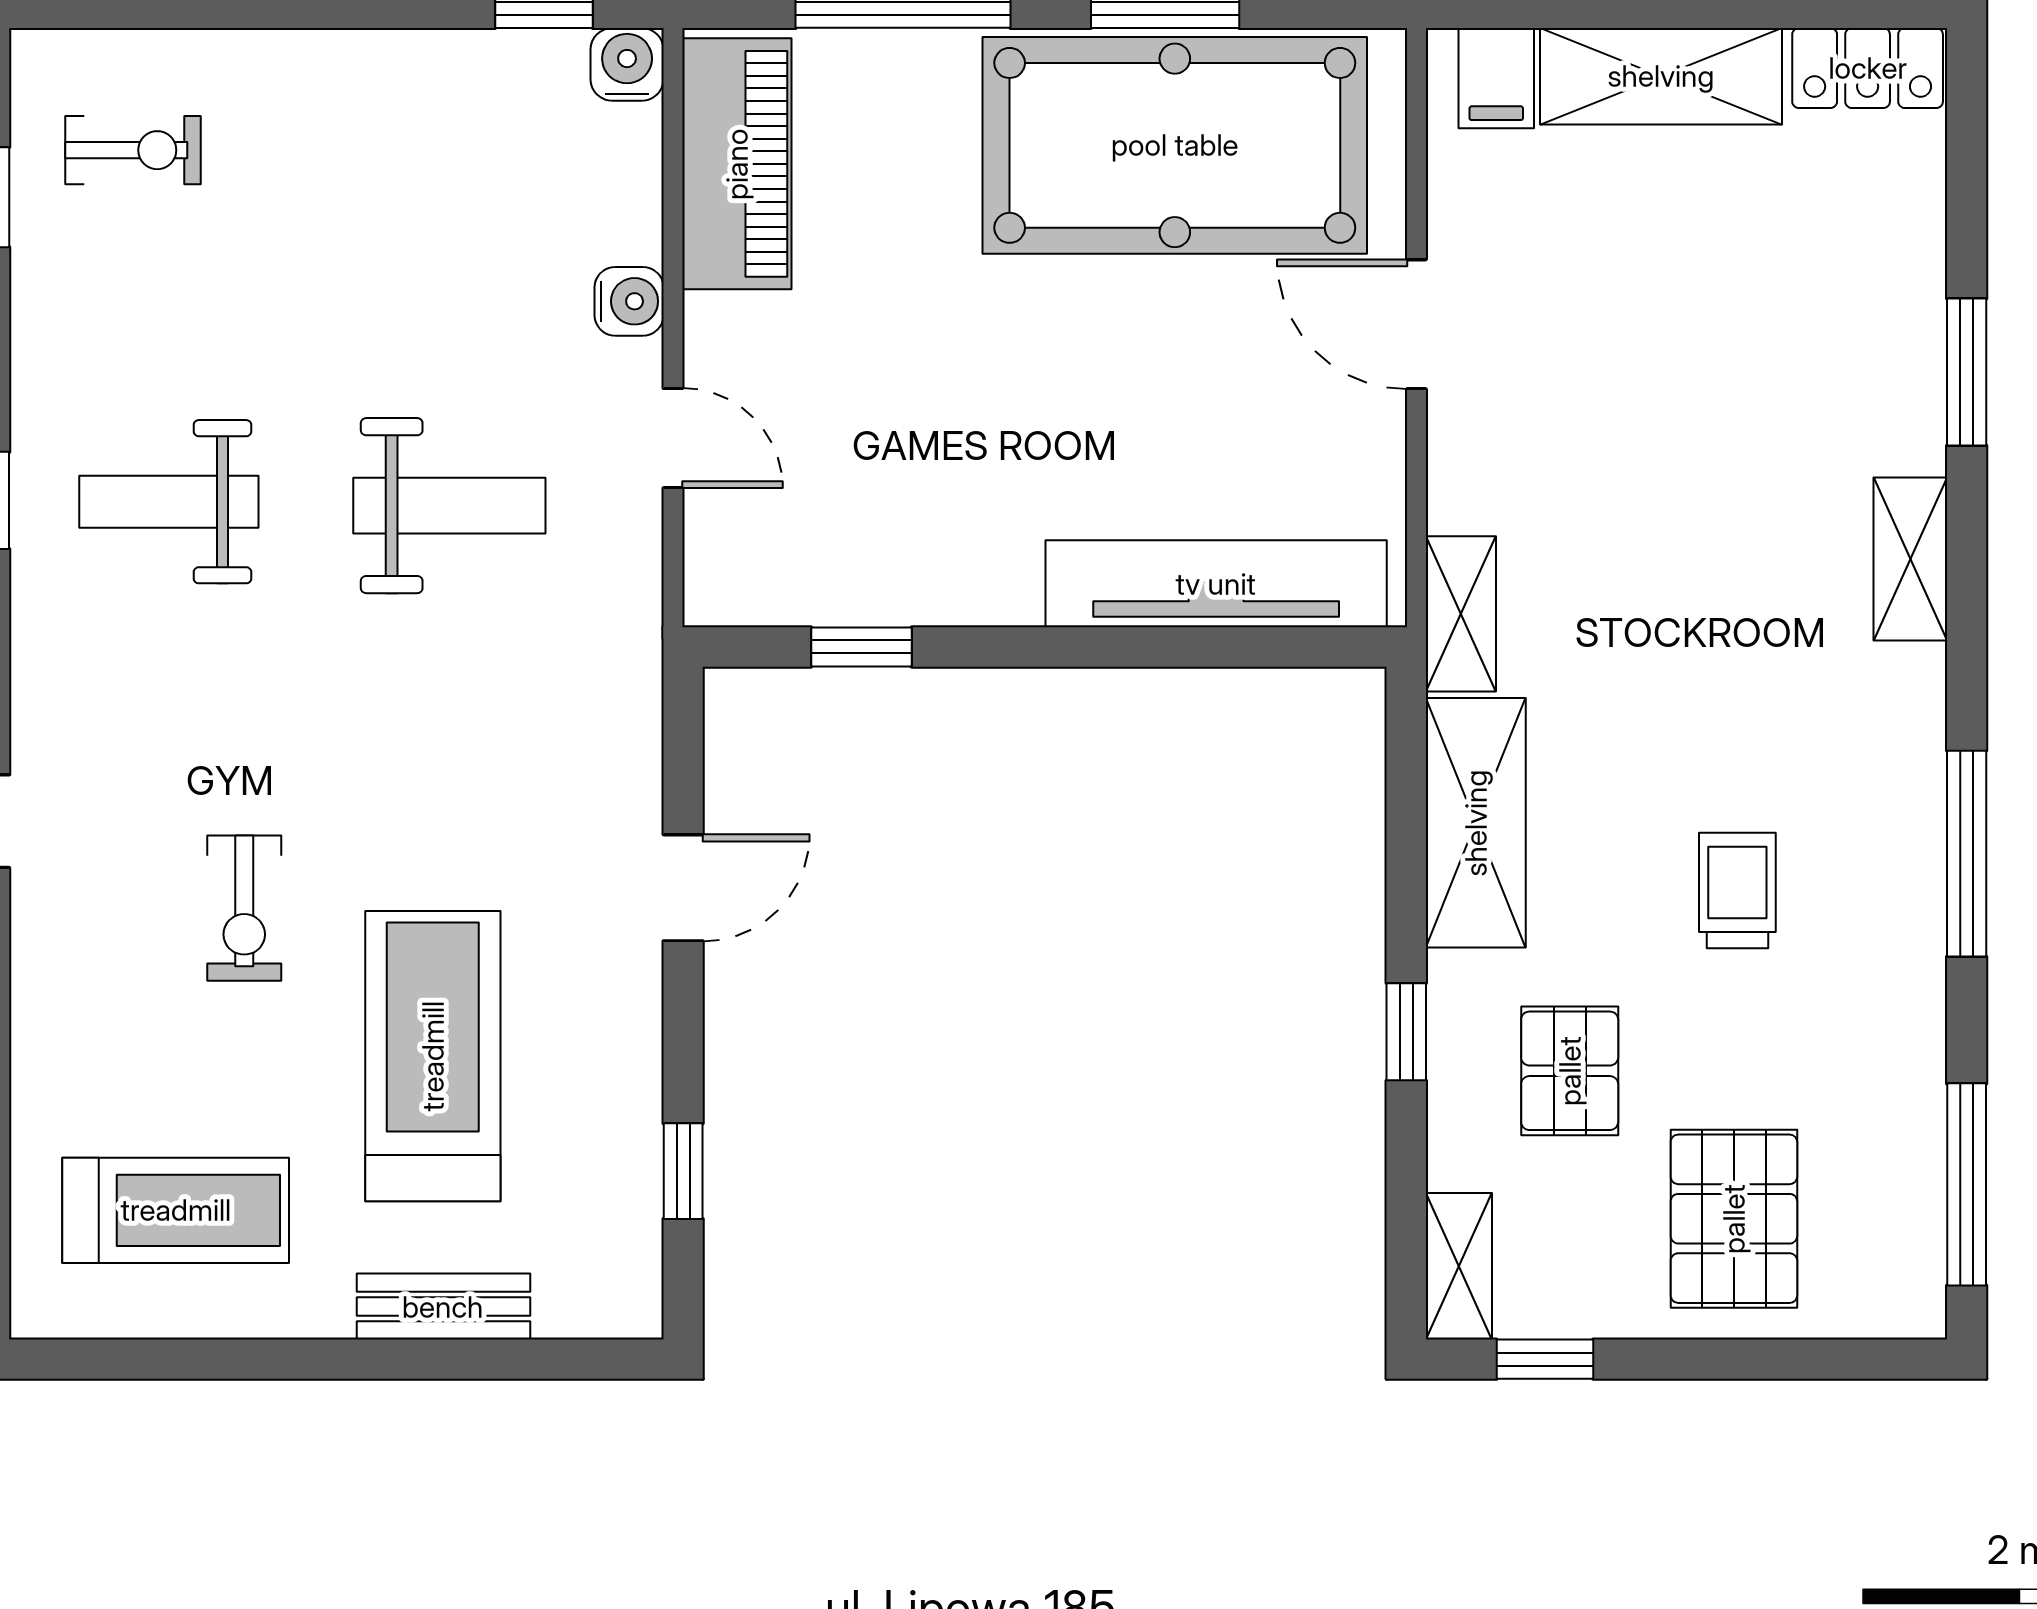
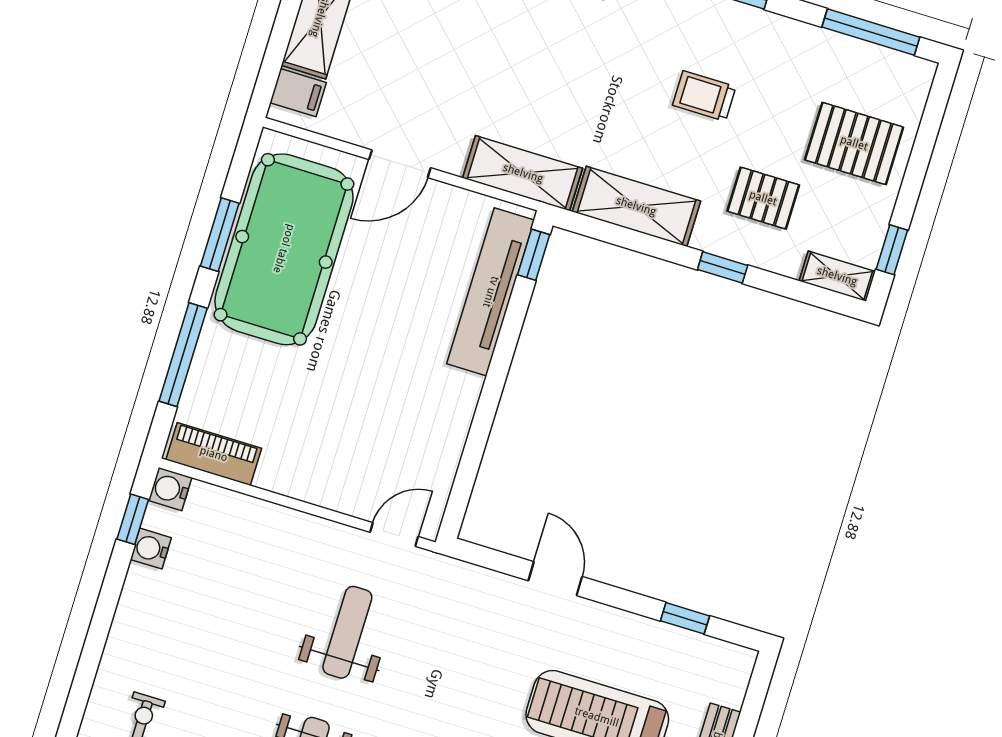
piano: (737, 164) -> (214, 454), width x0.73, depth x0.75
water cooler: (629, 301) -> (151, 549), moved, turned -90
door: (673, 438) -> (394, 534), moved
shelving: (1461, 614) -> (523, 173), width x1.50, depth x1.33
window: (861, 647) -> (534, 255), moved

